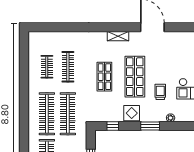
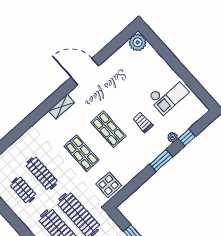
shop shelf: (135, 77) -> (108, 129), width x0.70, depth x0.74
display table: (132, 113) -> (109, 185), moved
window: (113, 126) -> (187, 137), moved

